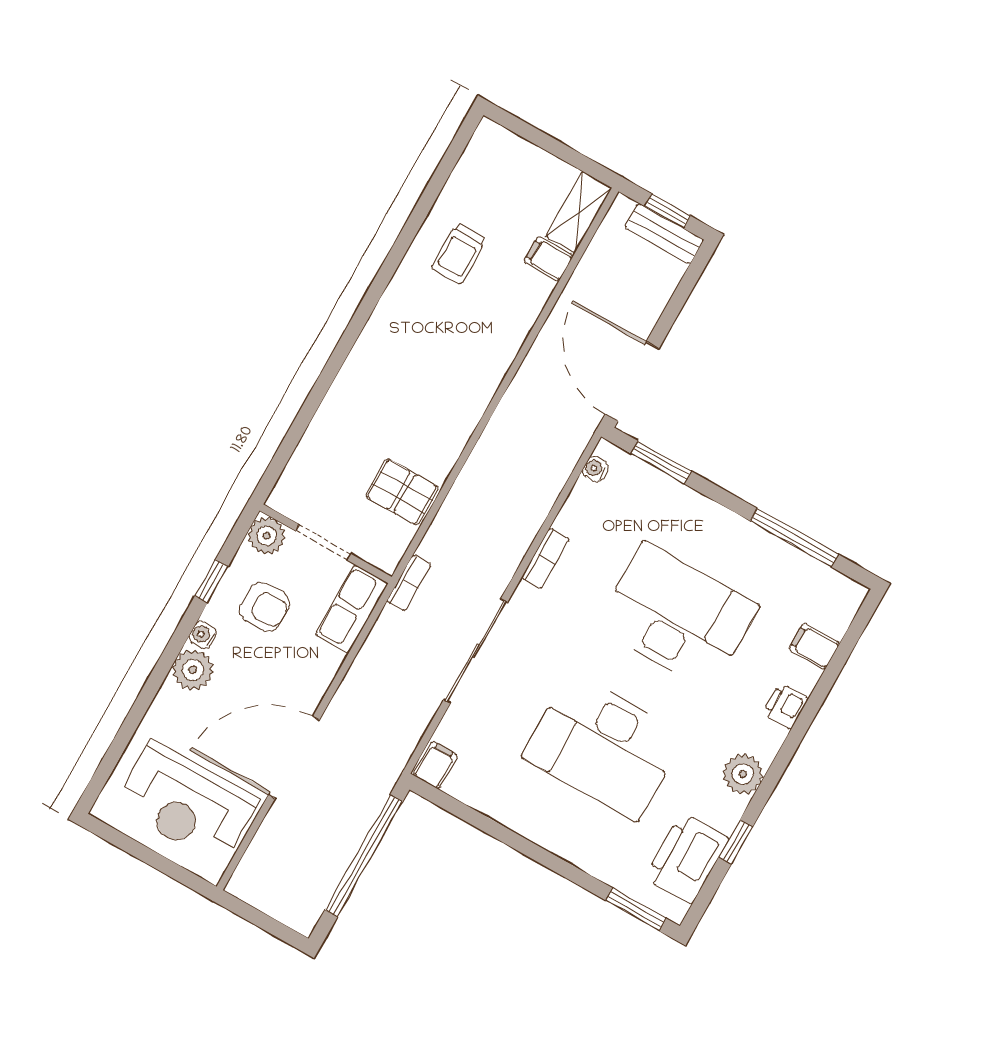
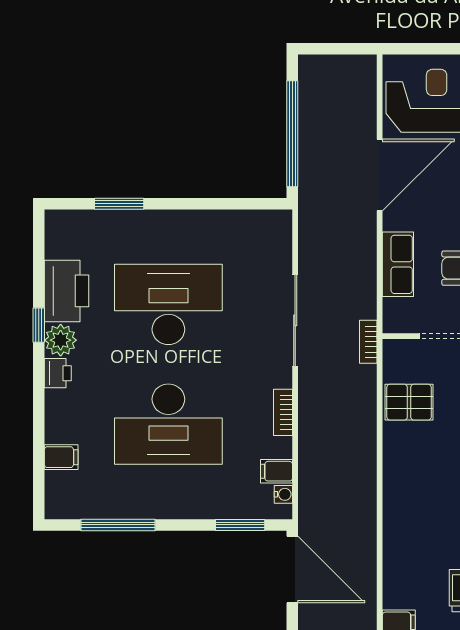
row of seats: (352, 609) -> (398, 264), moved
printer: (785, 706) -> (58, 373), moved
filing cabinet: (435, 765) -> (276, 471), moved, turned 90
window: (736, 842) -> (39, 325), moved
printer: (687, 858) -> (67, 291), moved
window: (636, 909) -> (119, 204), moved

